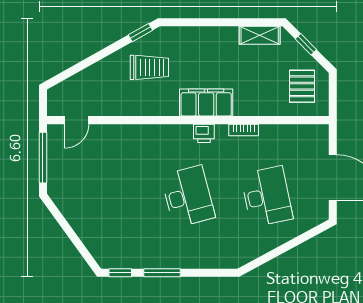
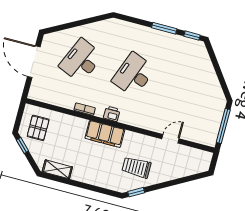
window: (306, 44) -> (22, 146), moved
door: (77, 120) -> (170, 139), moved
desk: (188, 196) -> (134, 75), turned 36
desk: (267, 196) -> (81, 61), turned 36

